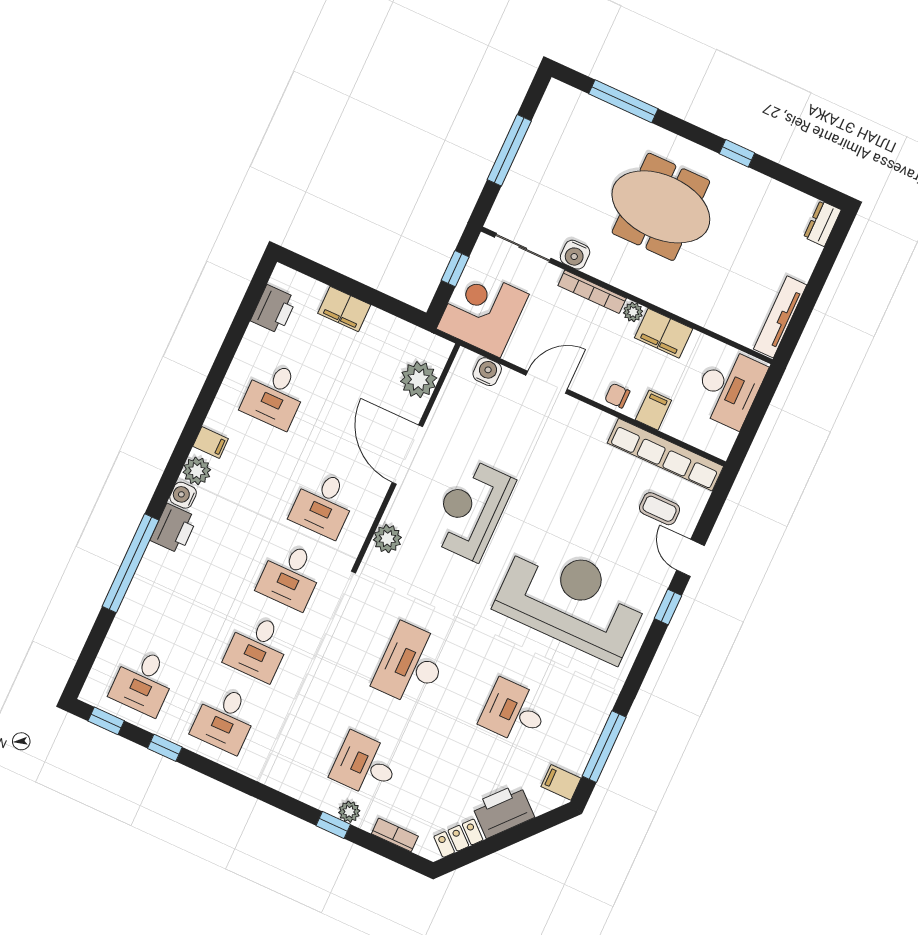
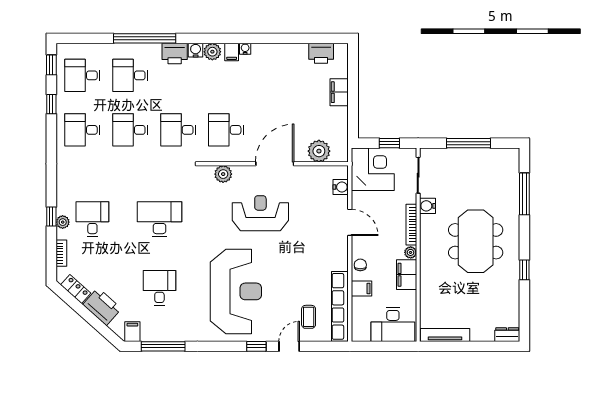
desk: (275, 395) -> (130, 75), moved
water cooler: (215, 420) -> (245, 49), added

